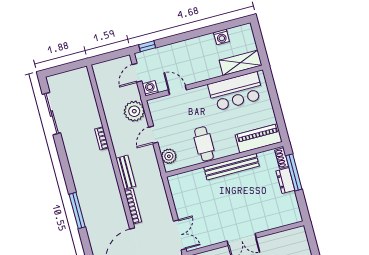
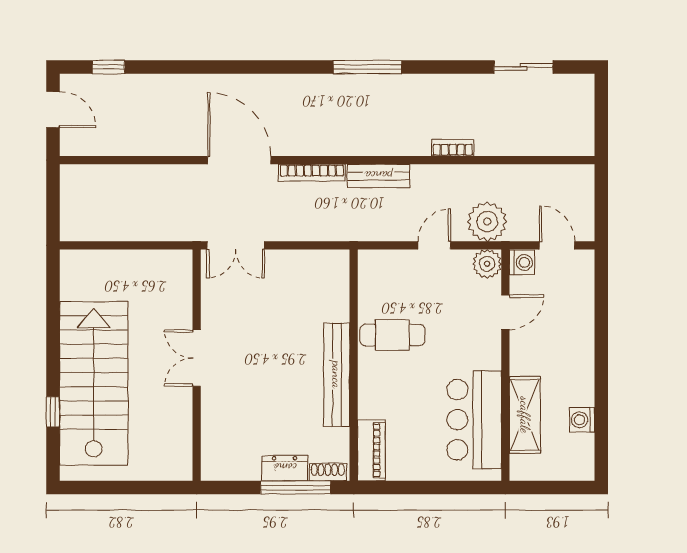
window: (147, 46) -> (601, 277), removed
shelving: (241, 63) -> (525, 415), moved
sliding door: (51, 114) -> (523, 67), width x0.73
door: (153, 135) -> (434, 245), hinge flipped
piano: (259, 138) -> (371, 450), width x0.73, depth x0.75
plant: (169, 156) -> (487, 264), moved
window: (77, 211) -> (367, 67), moved

